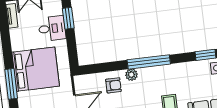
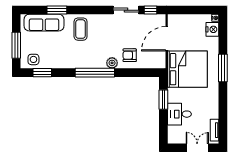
window: (68, 18) -> (163, 100), moved
bed: (36, 69) -> (187, 69), moved, turned 180

